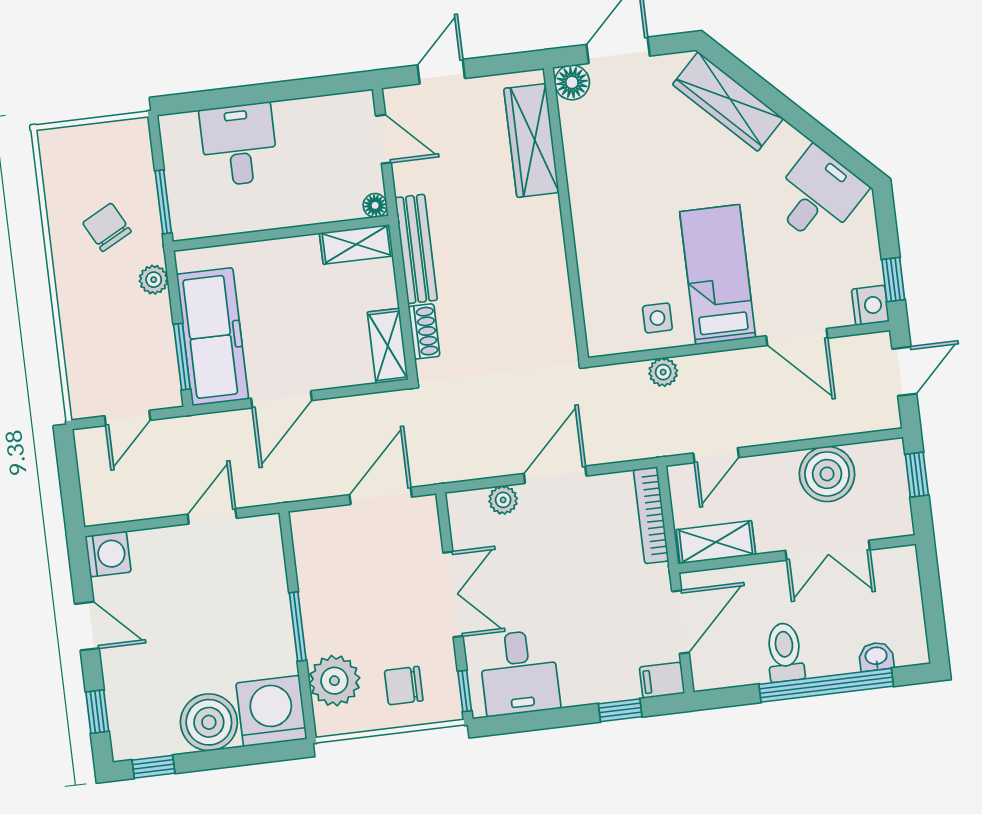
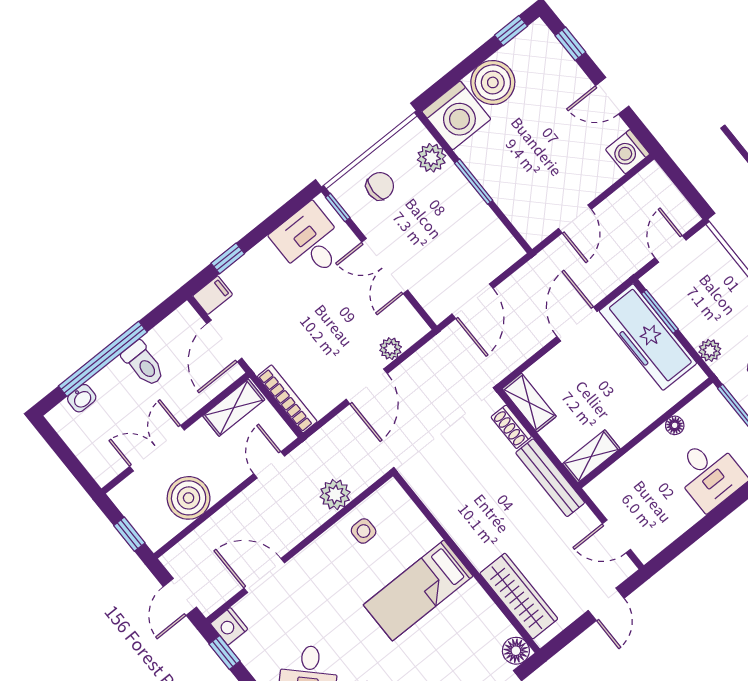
floor lamp: (375, 205) -> (675, 425), moved
bed: (718, 275) -> (418, 590), moved, turned 90
plant: (663, 372) -> (335, 495), width x1.38, depth x1.38
plant: (334, 681) -> (432, 158), width x0.73, depth x0.73

